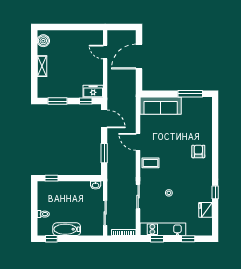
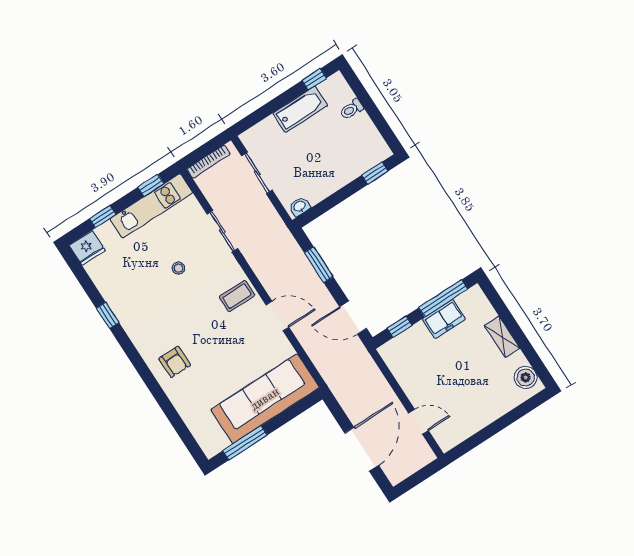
freezer: (93, 91) -> (444, 319), moved
window: (57, 101) -> (443, 298), width x1.44
sofa: (161, 106) -> (265, 399), width x1.36, depth x1.27
fridge: (205, 210) -> (87, 248), moved, turned 90

